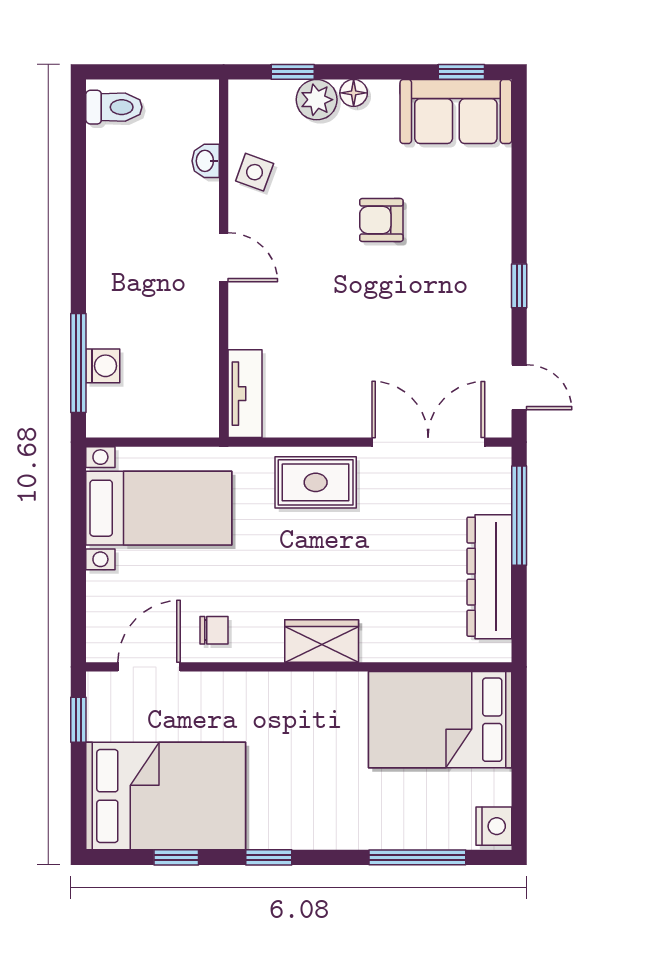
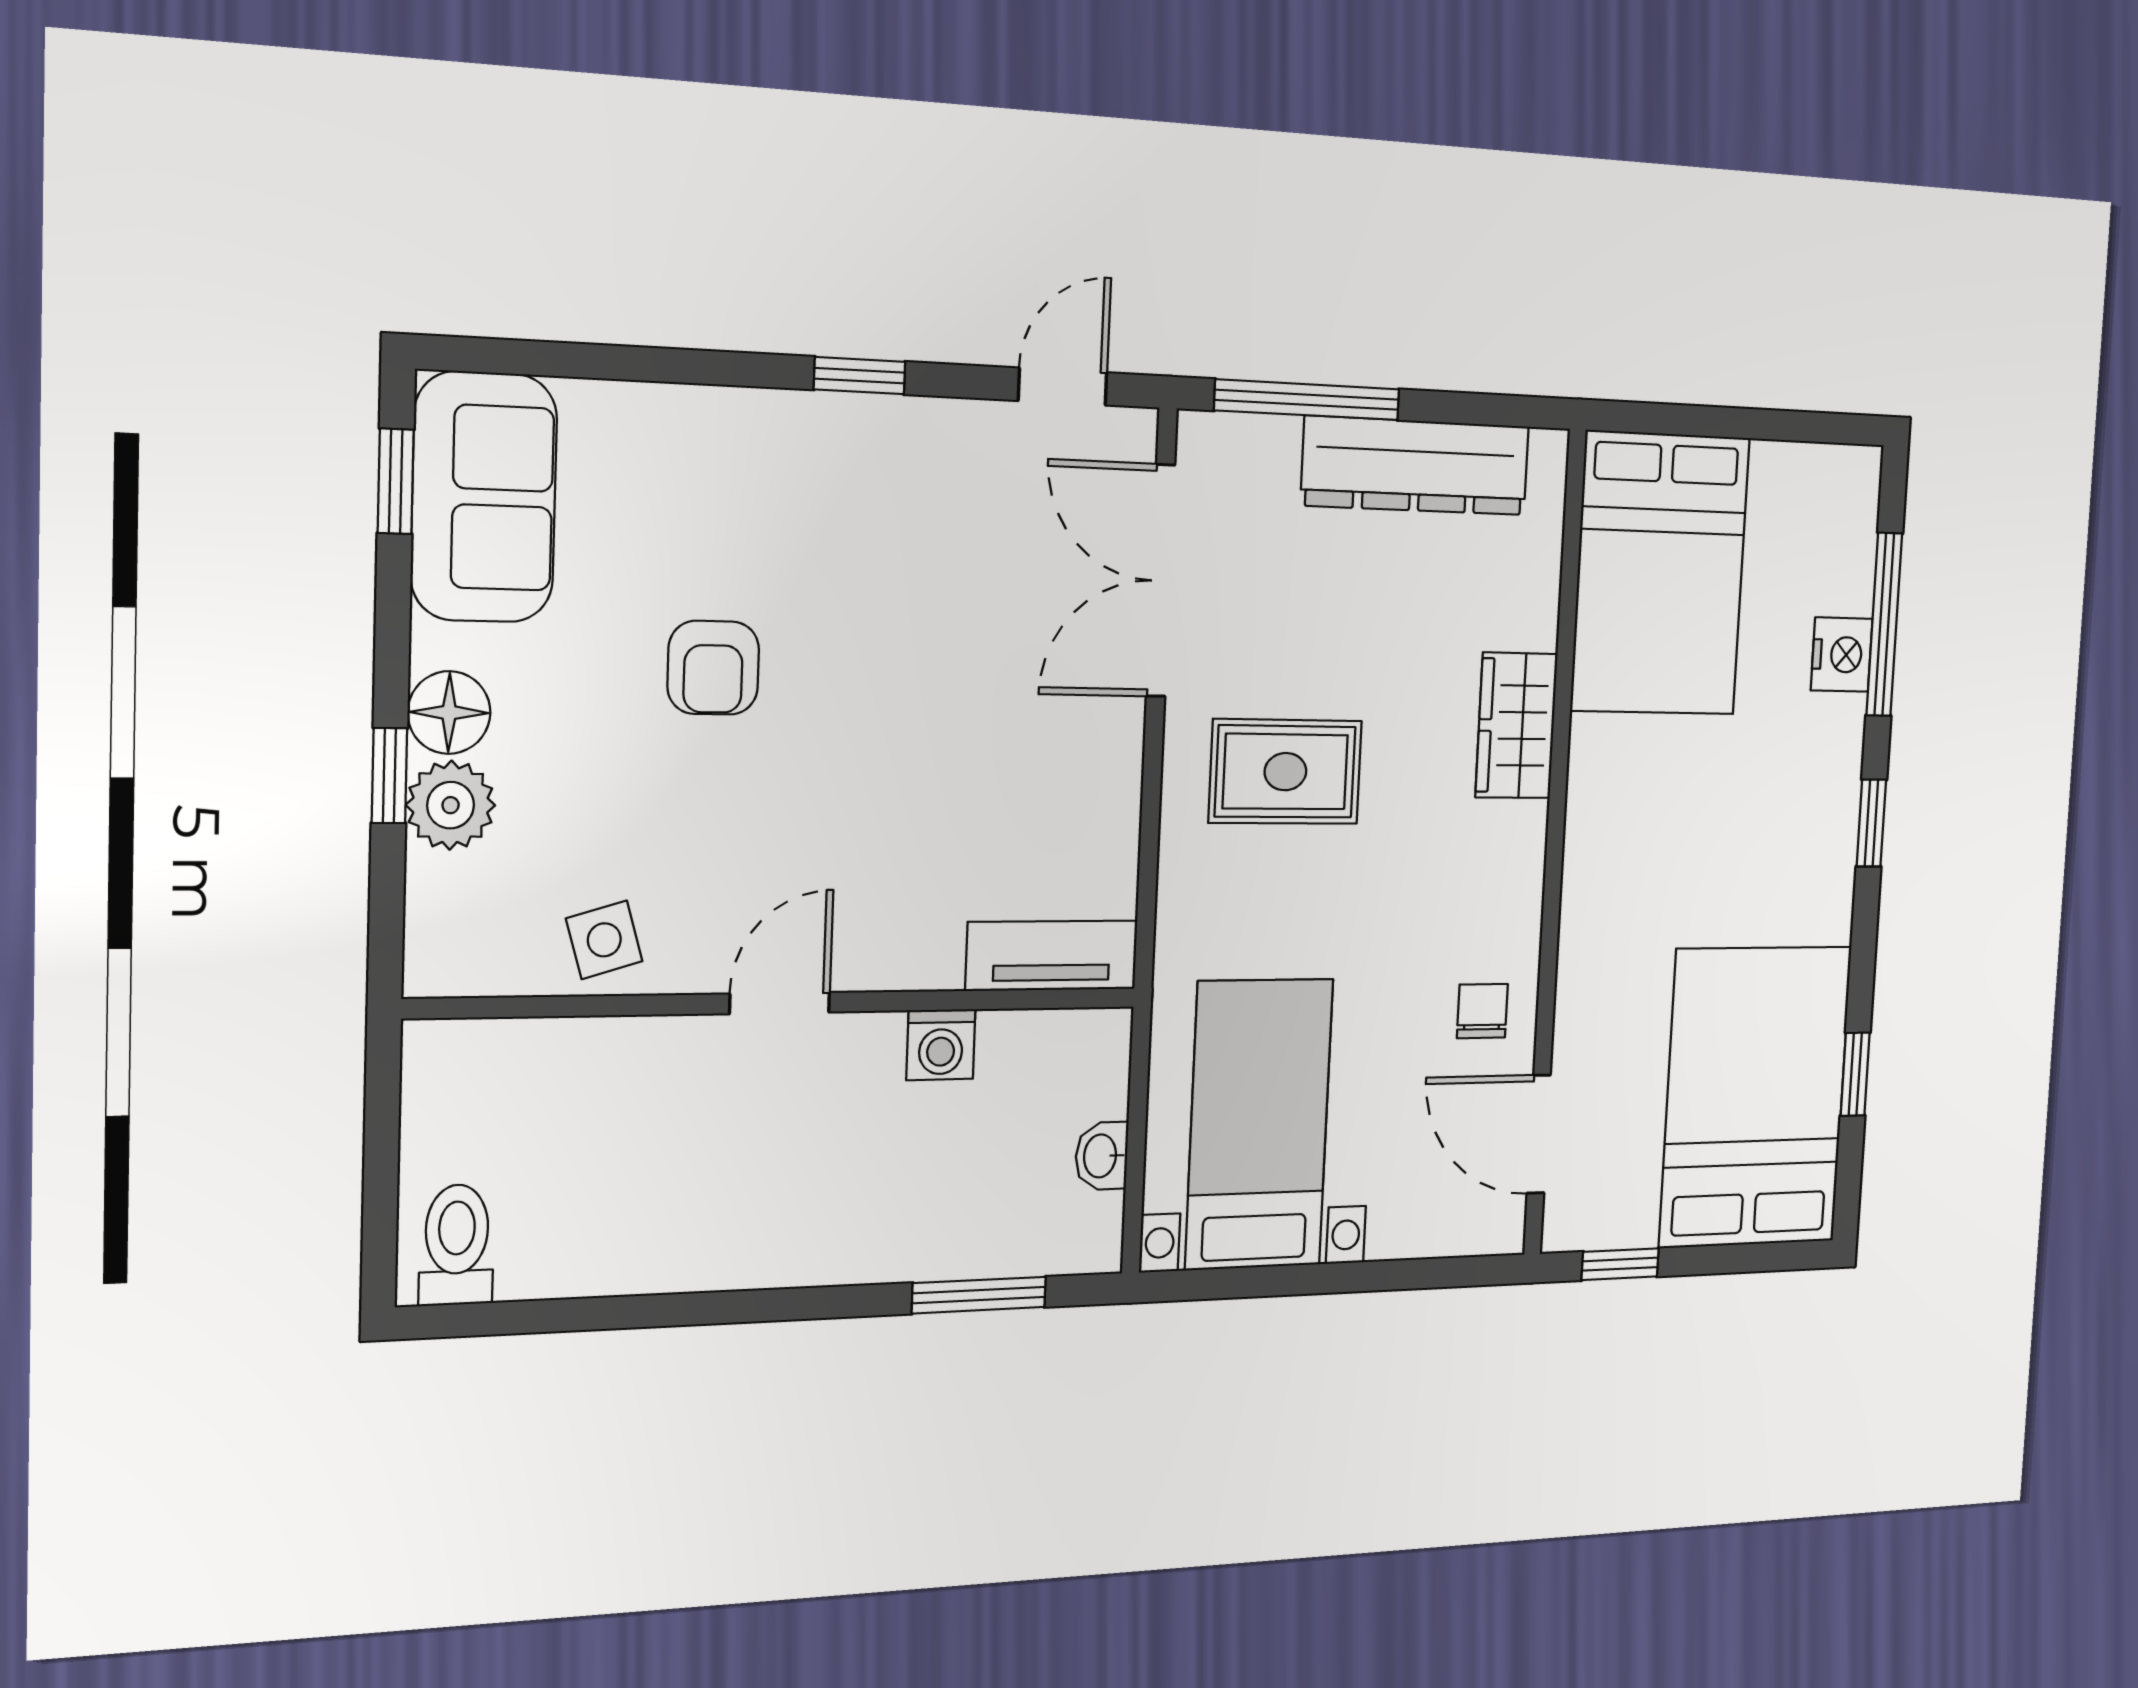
window: (293, 72) -> (389, 776), moved
floor lamp: (354, 93) -> (449, 712), width x1.37, depth x1.37
washbasin: (206, 161) -> (1102, 1156), moved, turned 90
side table: (255, 172) -> (604, 940), turned -36
window: (78, 363) -> (979, 1295), width x0.69
washing machine: (103, 366) -> (941, 1045), moved, turned 180
rug: (316, 482) -> (1285, 772), moved, turned 90
wardrobe: (322, 641) -> (1516, 726), moved
nightstand: (494, 826) -> (1842, 655), moved, turned 90
window: (269, 857) -> (1871, 823), moved

